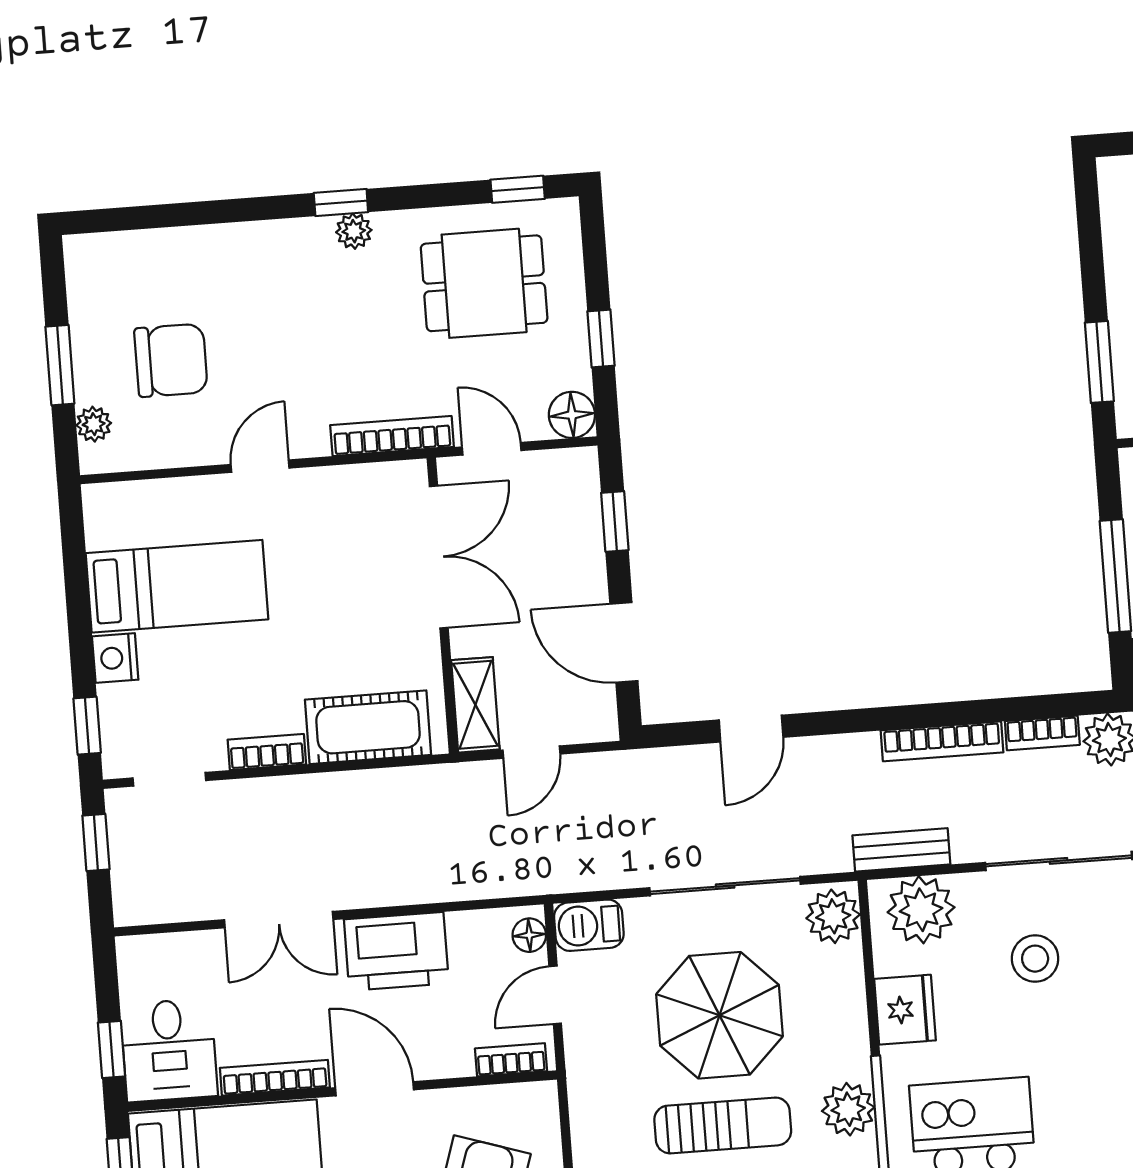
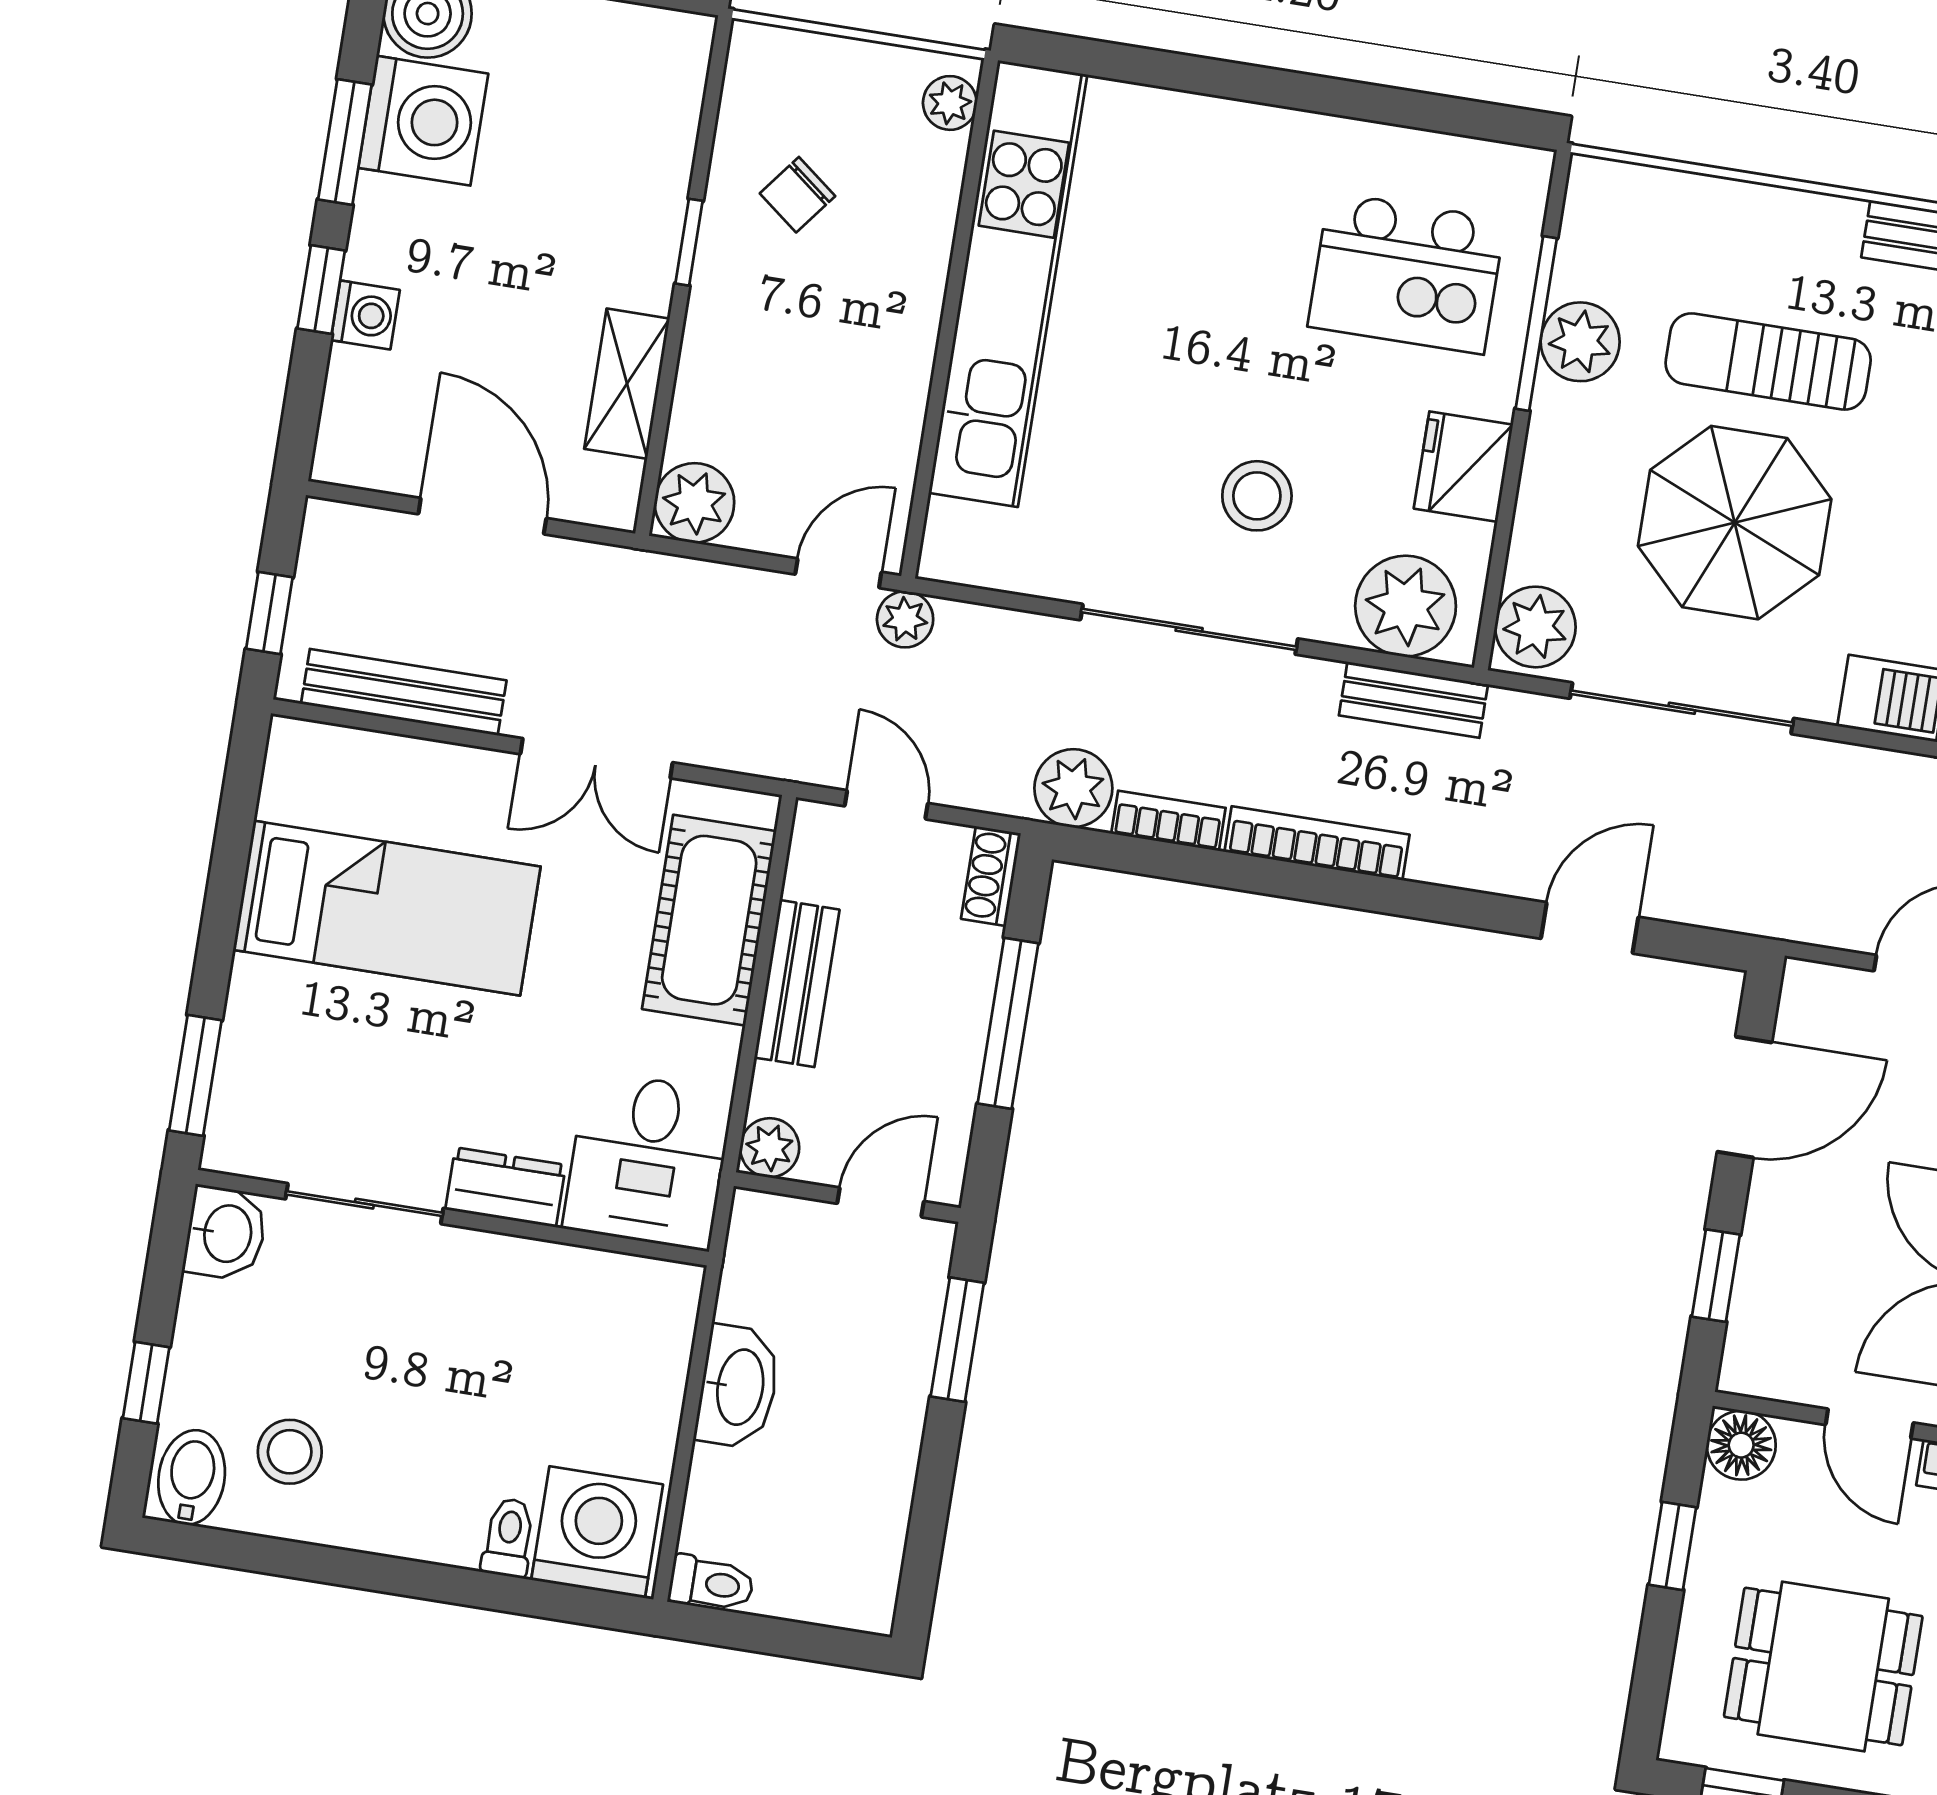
door: (624, 642) -> (1744, 1097), hinge flipped

